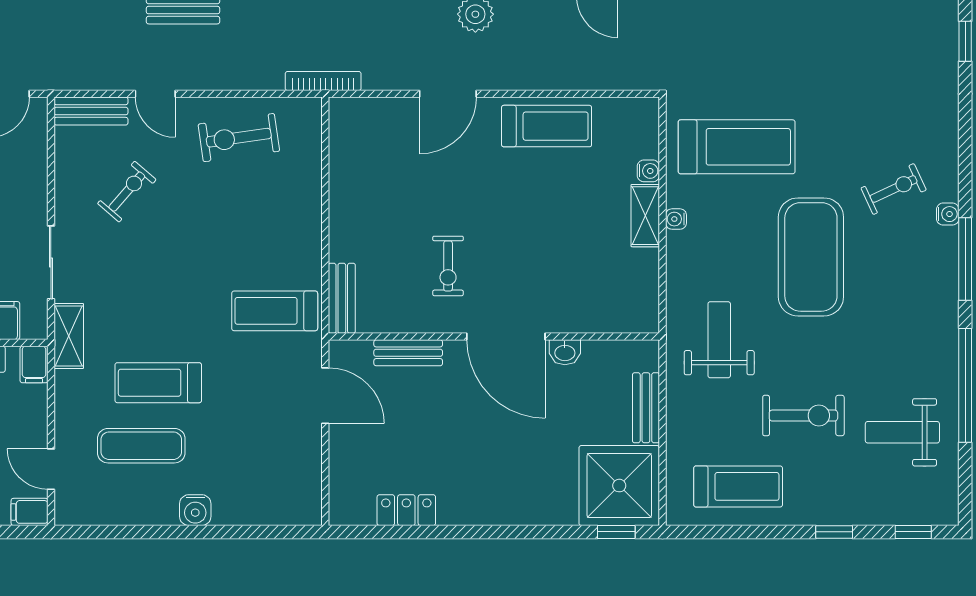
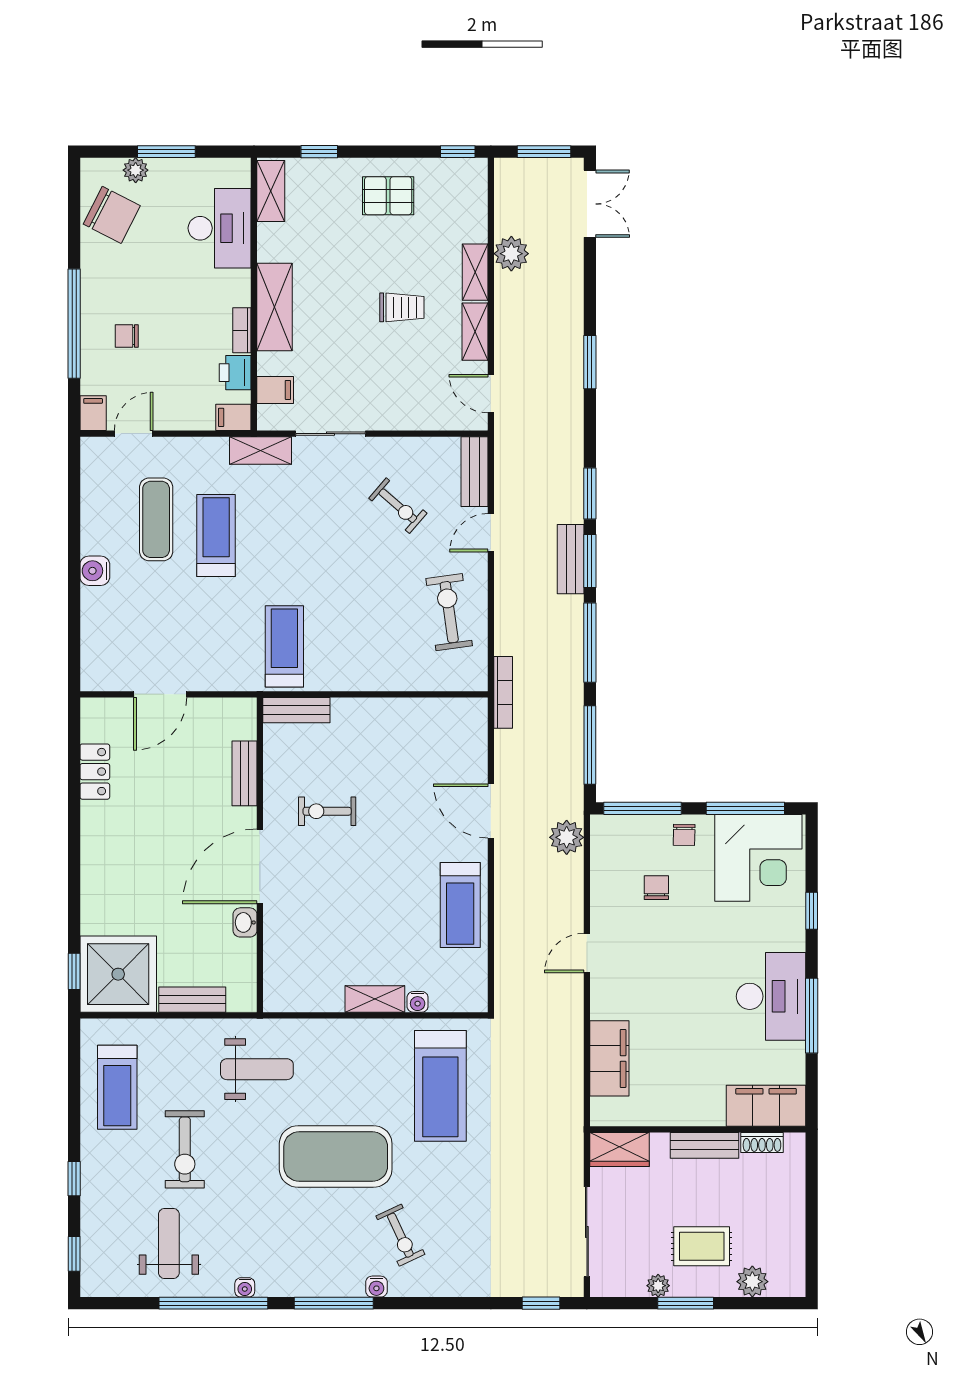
water cooler: (676, 219) -> (245, 1287), moved, turned 180
door: (325, 396) -> (160, 694), moved

